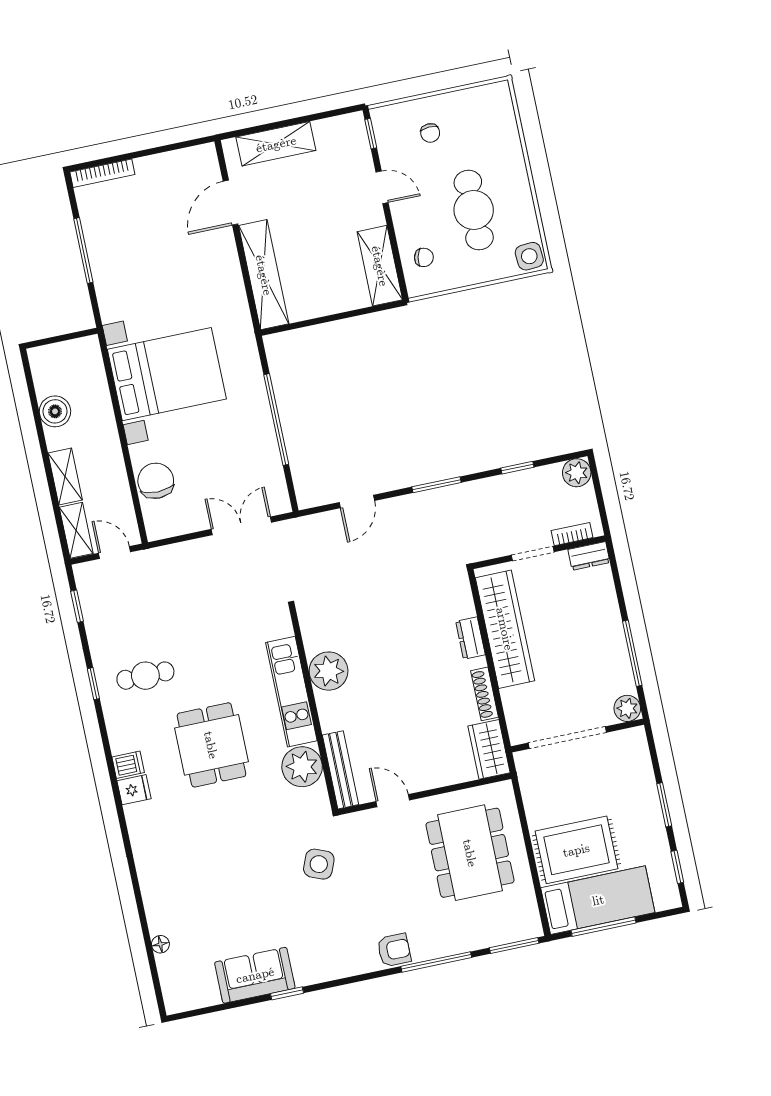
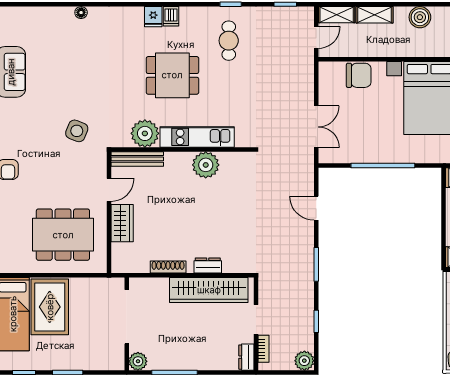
wardrobe: (489, 749) -> (122, 223), moved, turned 90
floor lamp: (160, 944) -> (81, 13), moved

